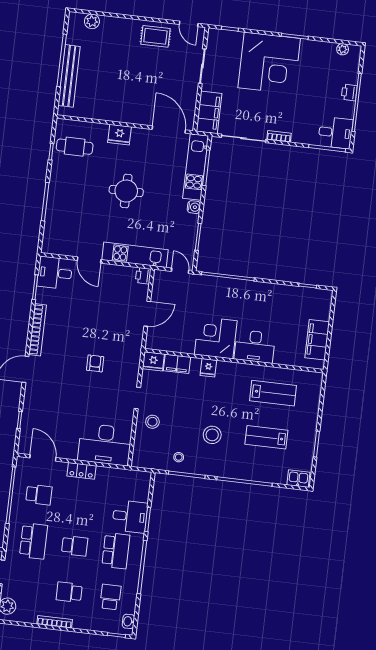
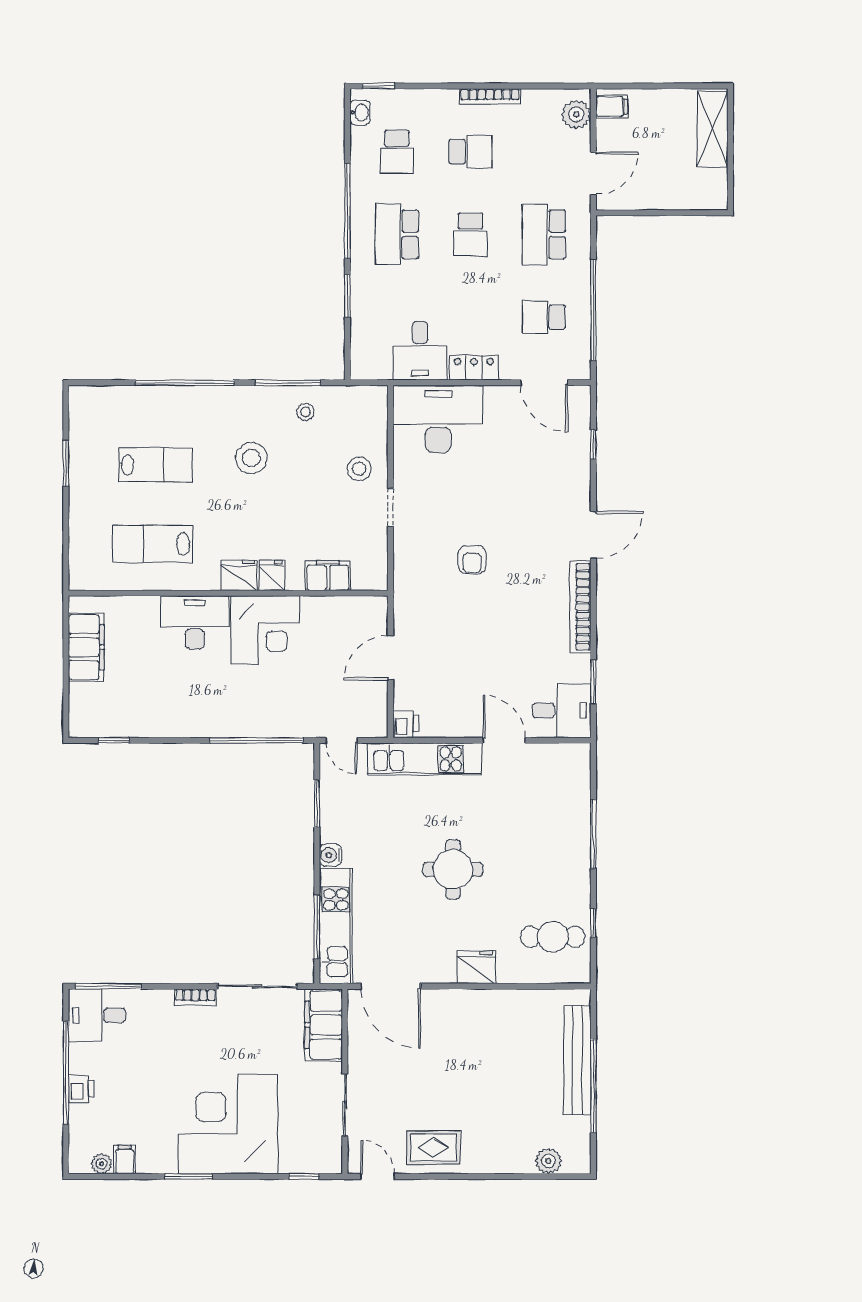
filing cabinet: (329, 50) -> (125, 1160), added
fridge: (153, 361) -> (239, 575), moved
kitchen sink: (298, 479) -> (91, 399), removed
desk: (130, 516) -> (420, 351), moved, turned -90
school desk: (75, 546) -> (470, 234), turned -90

